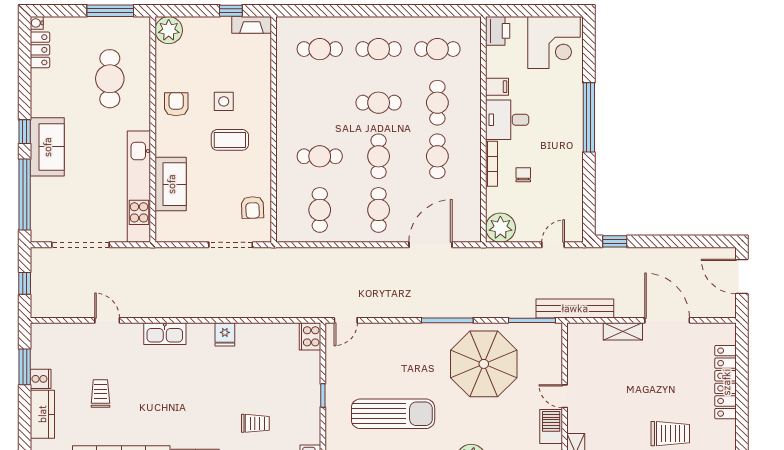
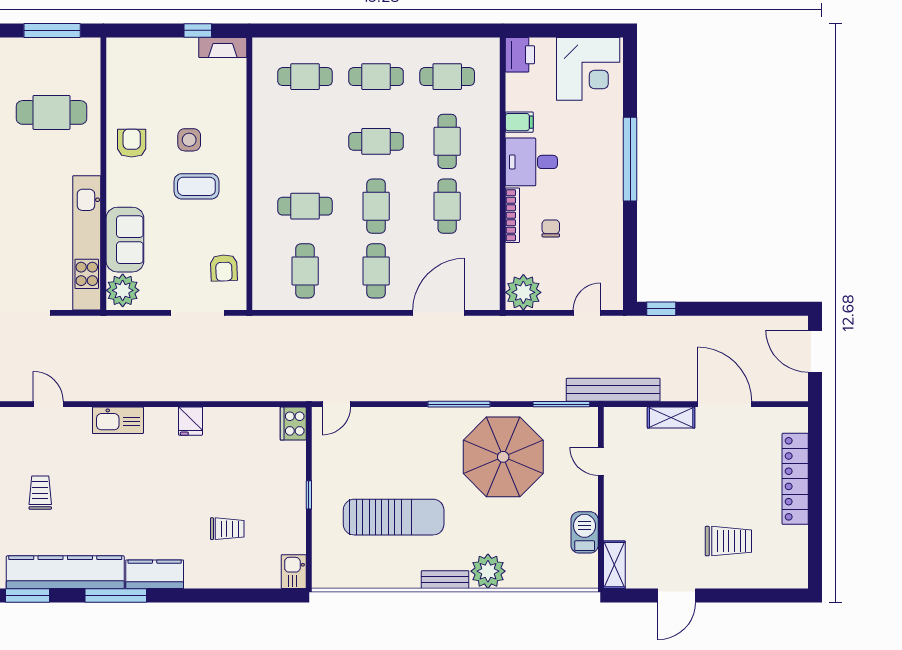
plant: (169, 30) -> (123, 290), moved
cafe table: (110, 79) -> (52, 112), turned 90
door: (565, 396) -> (601, 461), moved

